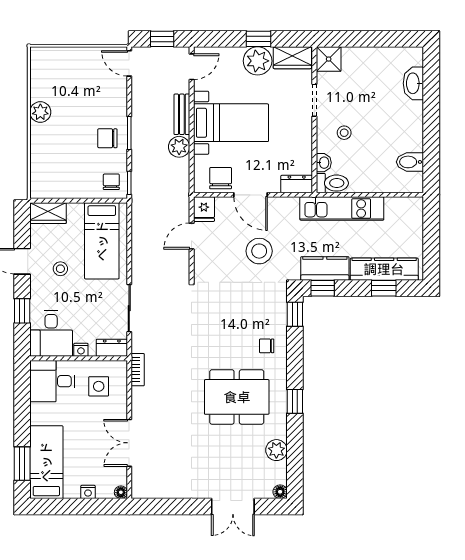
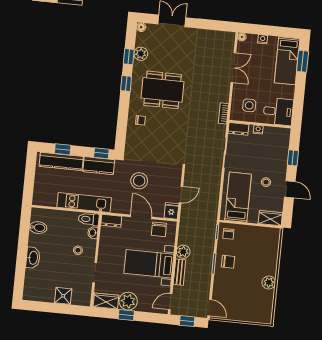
shower: (329, 59) -> (63, 296), moved
washbasin: (413, 83) -> (33, 258), moved
window: (295, 314) -> (129, 57), moved
desk: (51, 334) -> (276, 142), removed

